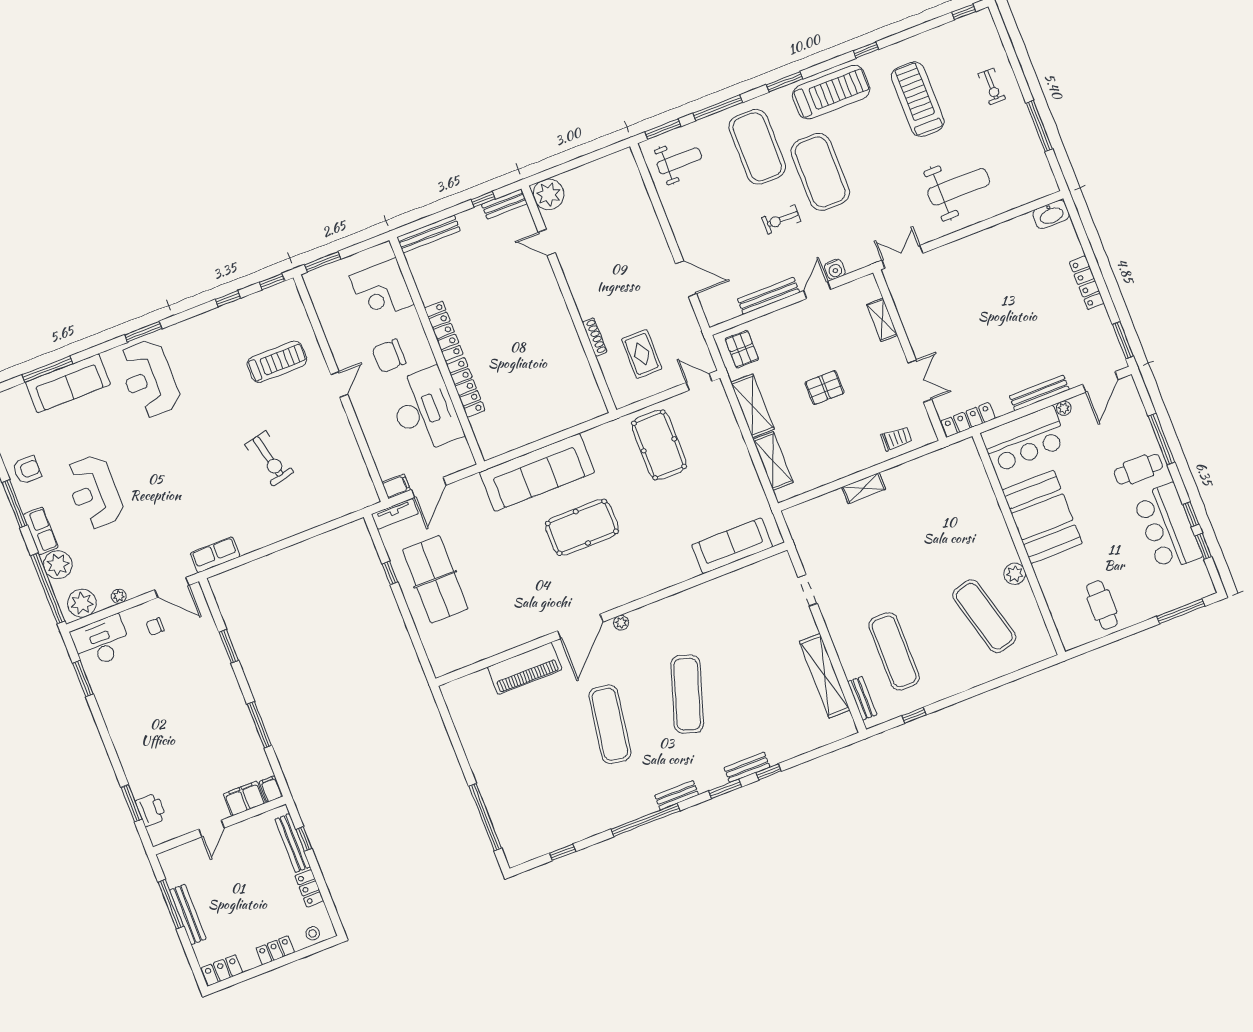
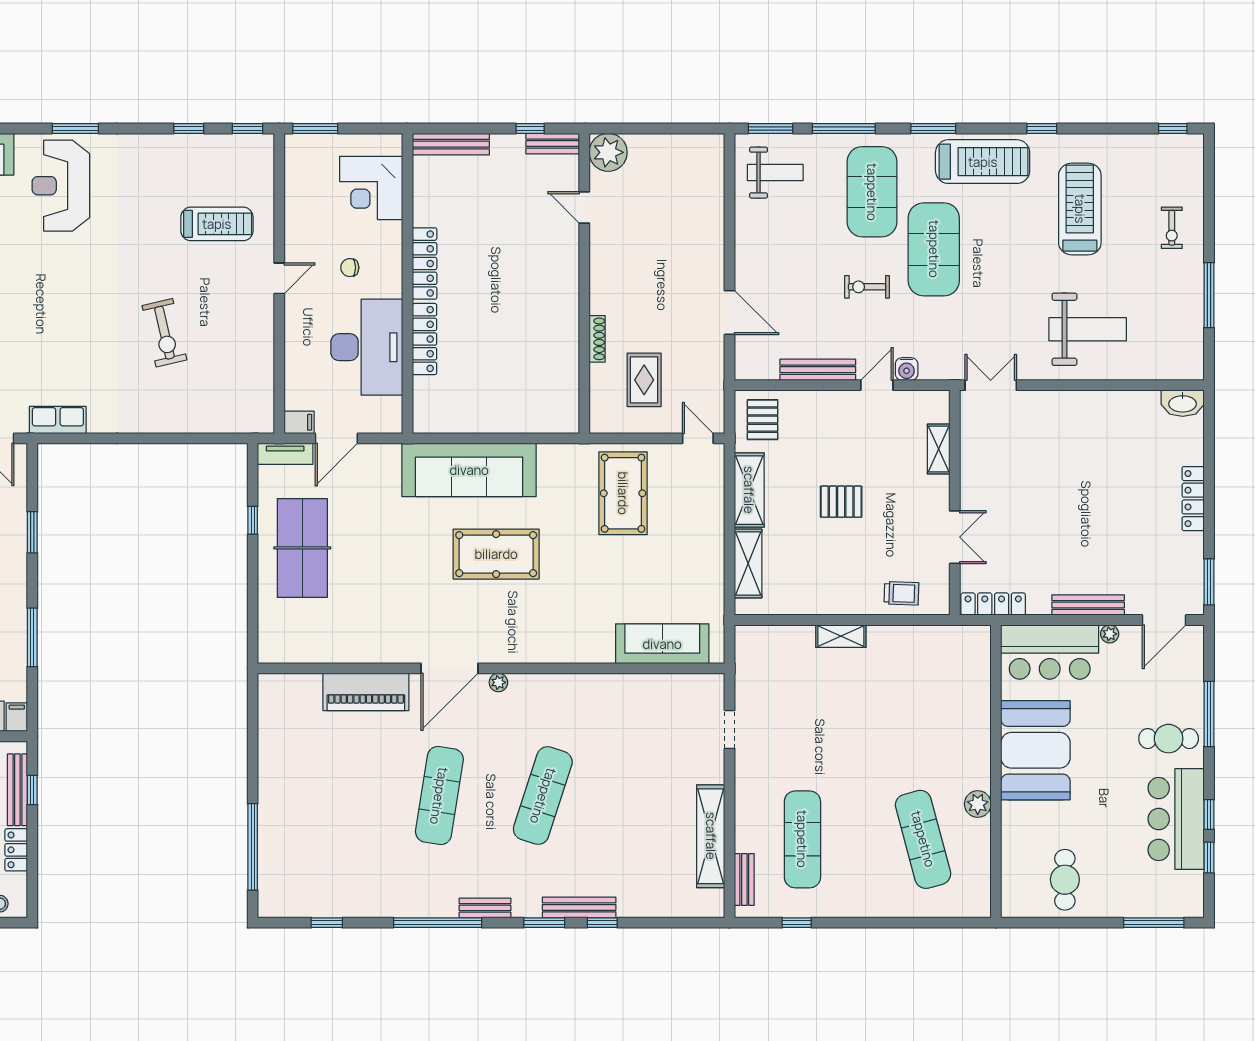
chair: (389, 356) -> (350, 268), width x0.54, depth x0.54
bench: (747, 767) -> (579, 907), width x1.36

